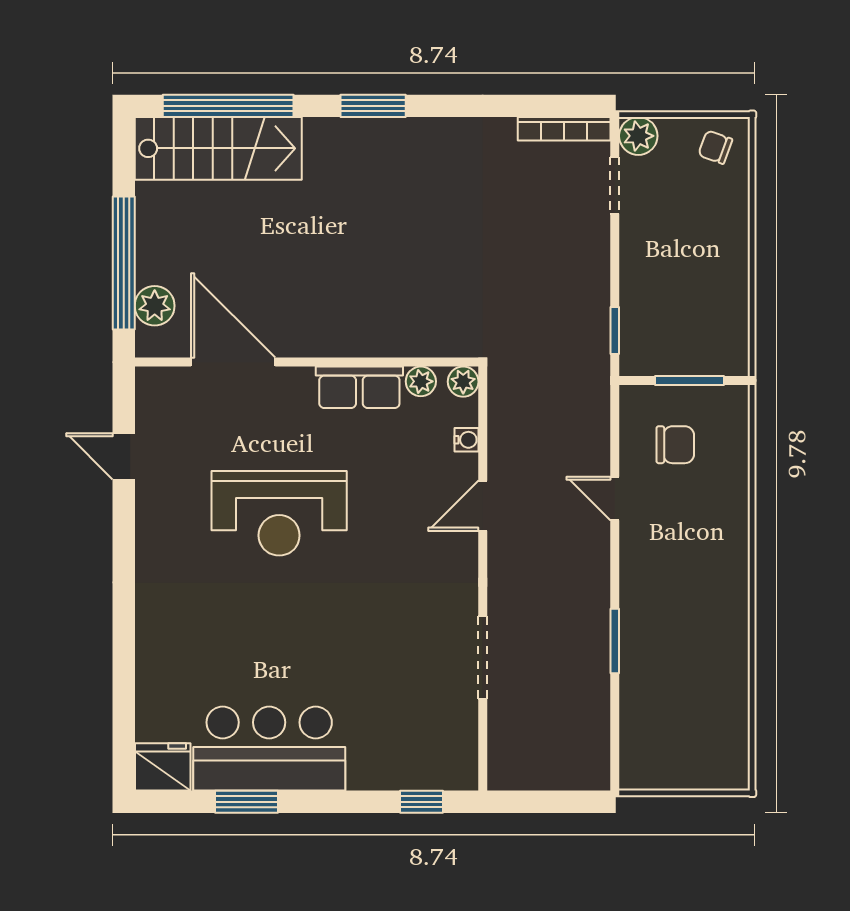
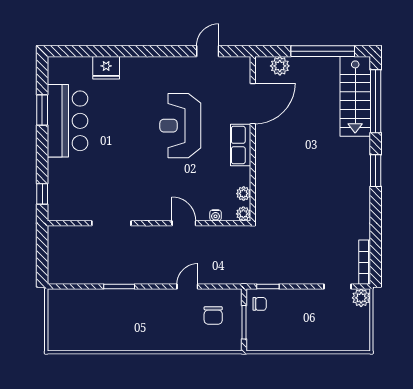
chair: (715, 147) -> (260, 304), moved, turned 70
window: (124, 263) -> (323, 51), moved
row of seats: (359, 387) -> (241, 145), moved
fridge: (163, 767) -> (106, 68), moved, turned 90

